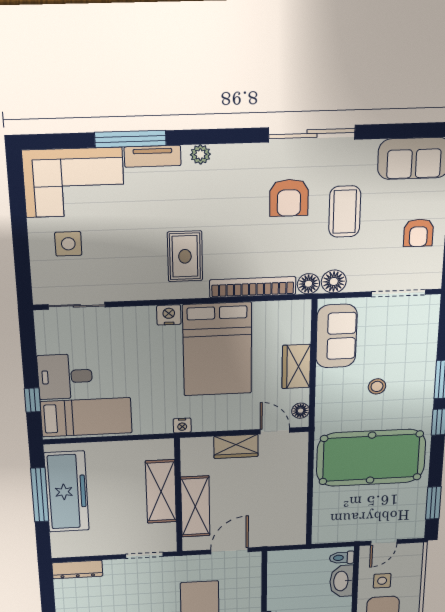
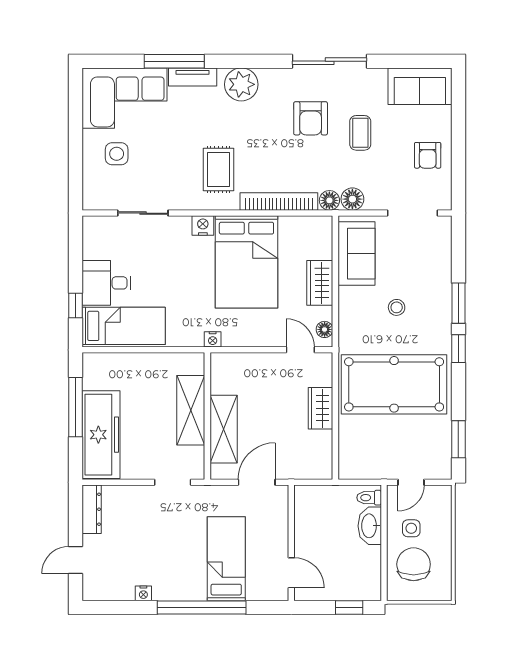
plant: (200, 154) -> (241, 84), width x1.87, depth x1.87
coffee table: (345, 212) -> (360, 133), width x0.73, depth x0.77
sliding door: (77, 306) -> (143, 213), moved
wardrobe: (236, 446) -> (321, 408), moved, turned 90
freezer: (67, 492) -> (101, 435), moved
dresser: (77, 569) -> (92, 509), moved, turned -90

